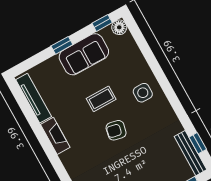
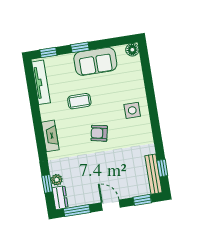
window: (102, 23) -> (48, 53), moved
coffee table: (101, 99) -> (79, 101), moved
fireplace: (55, 136) -> (50, 136), moved

